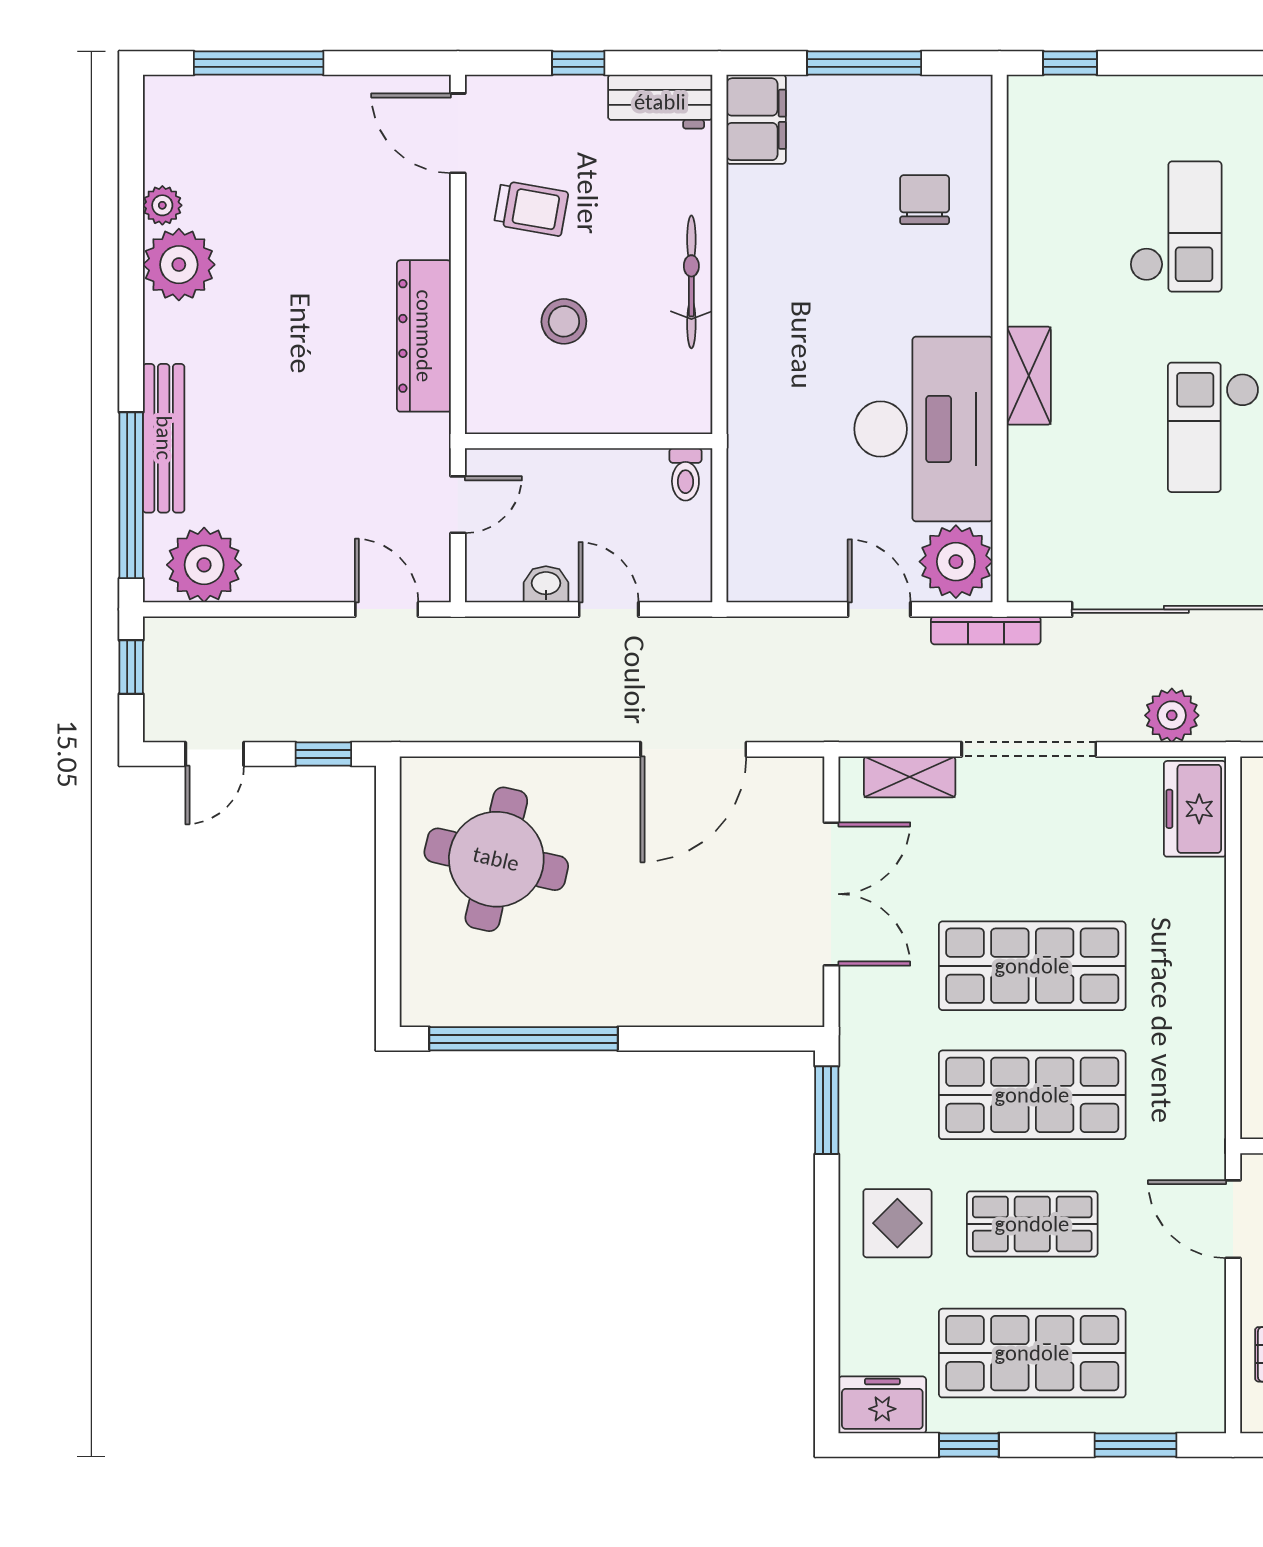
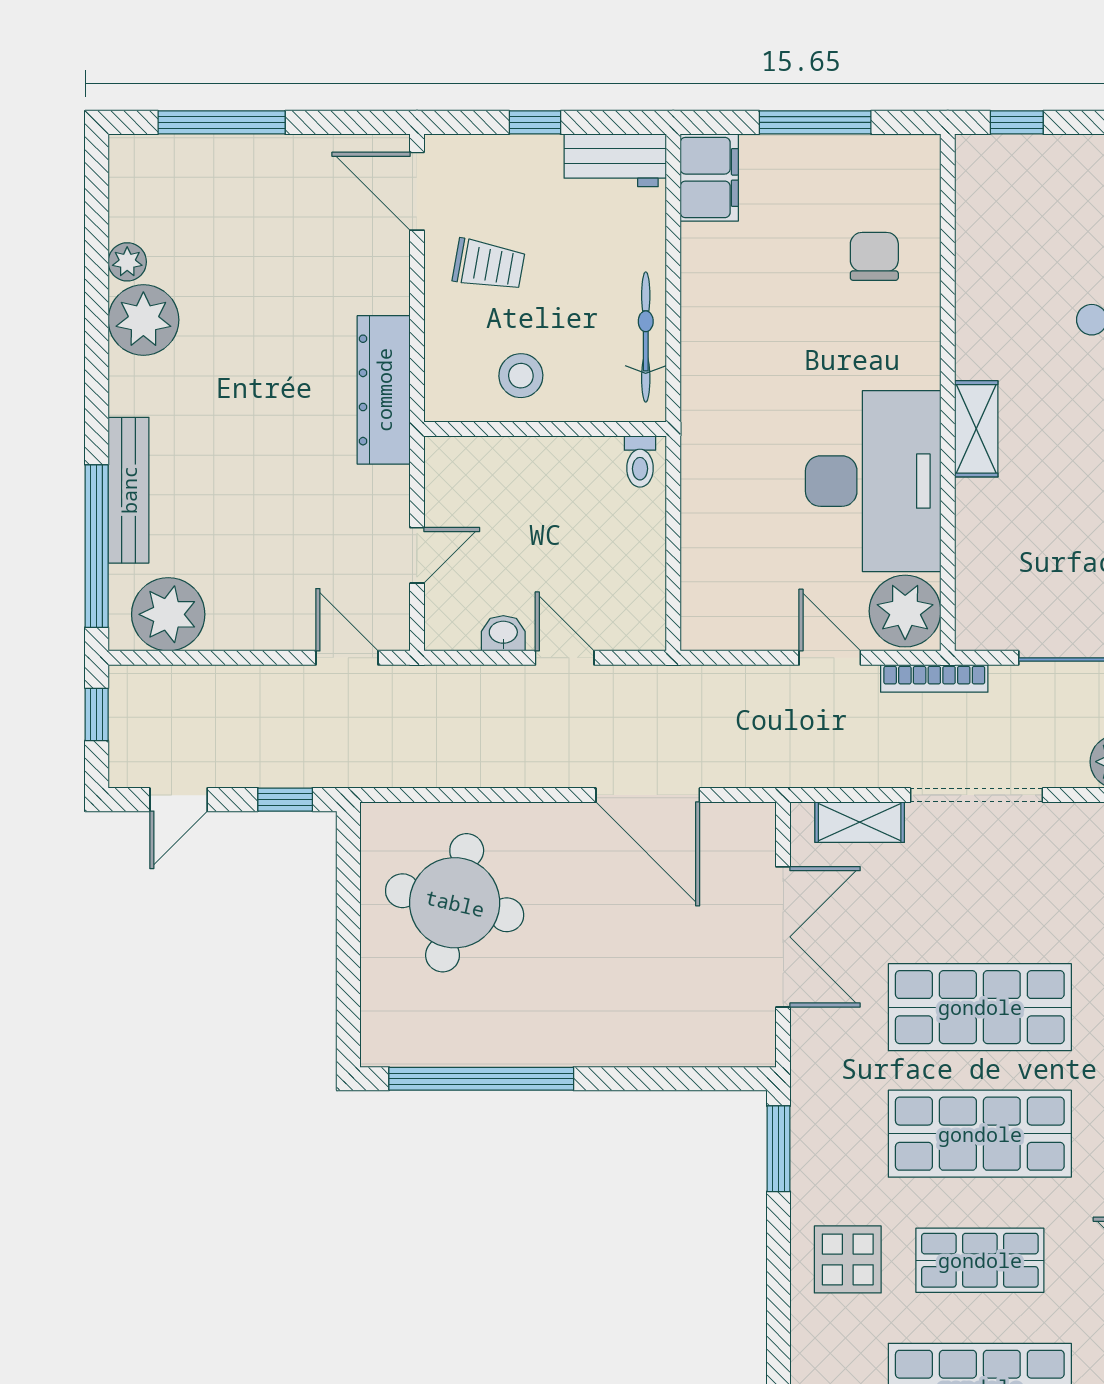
wall: (589, 441) -> (545, 429), moved
toilet: (685, 474) -> (640, 462), moved
door: (693, 749) -> (648, 795), hinge flipped

